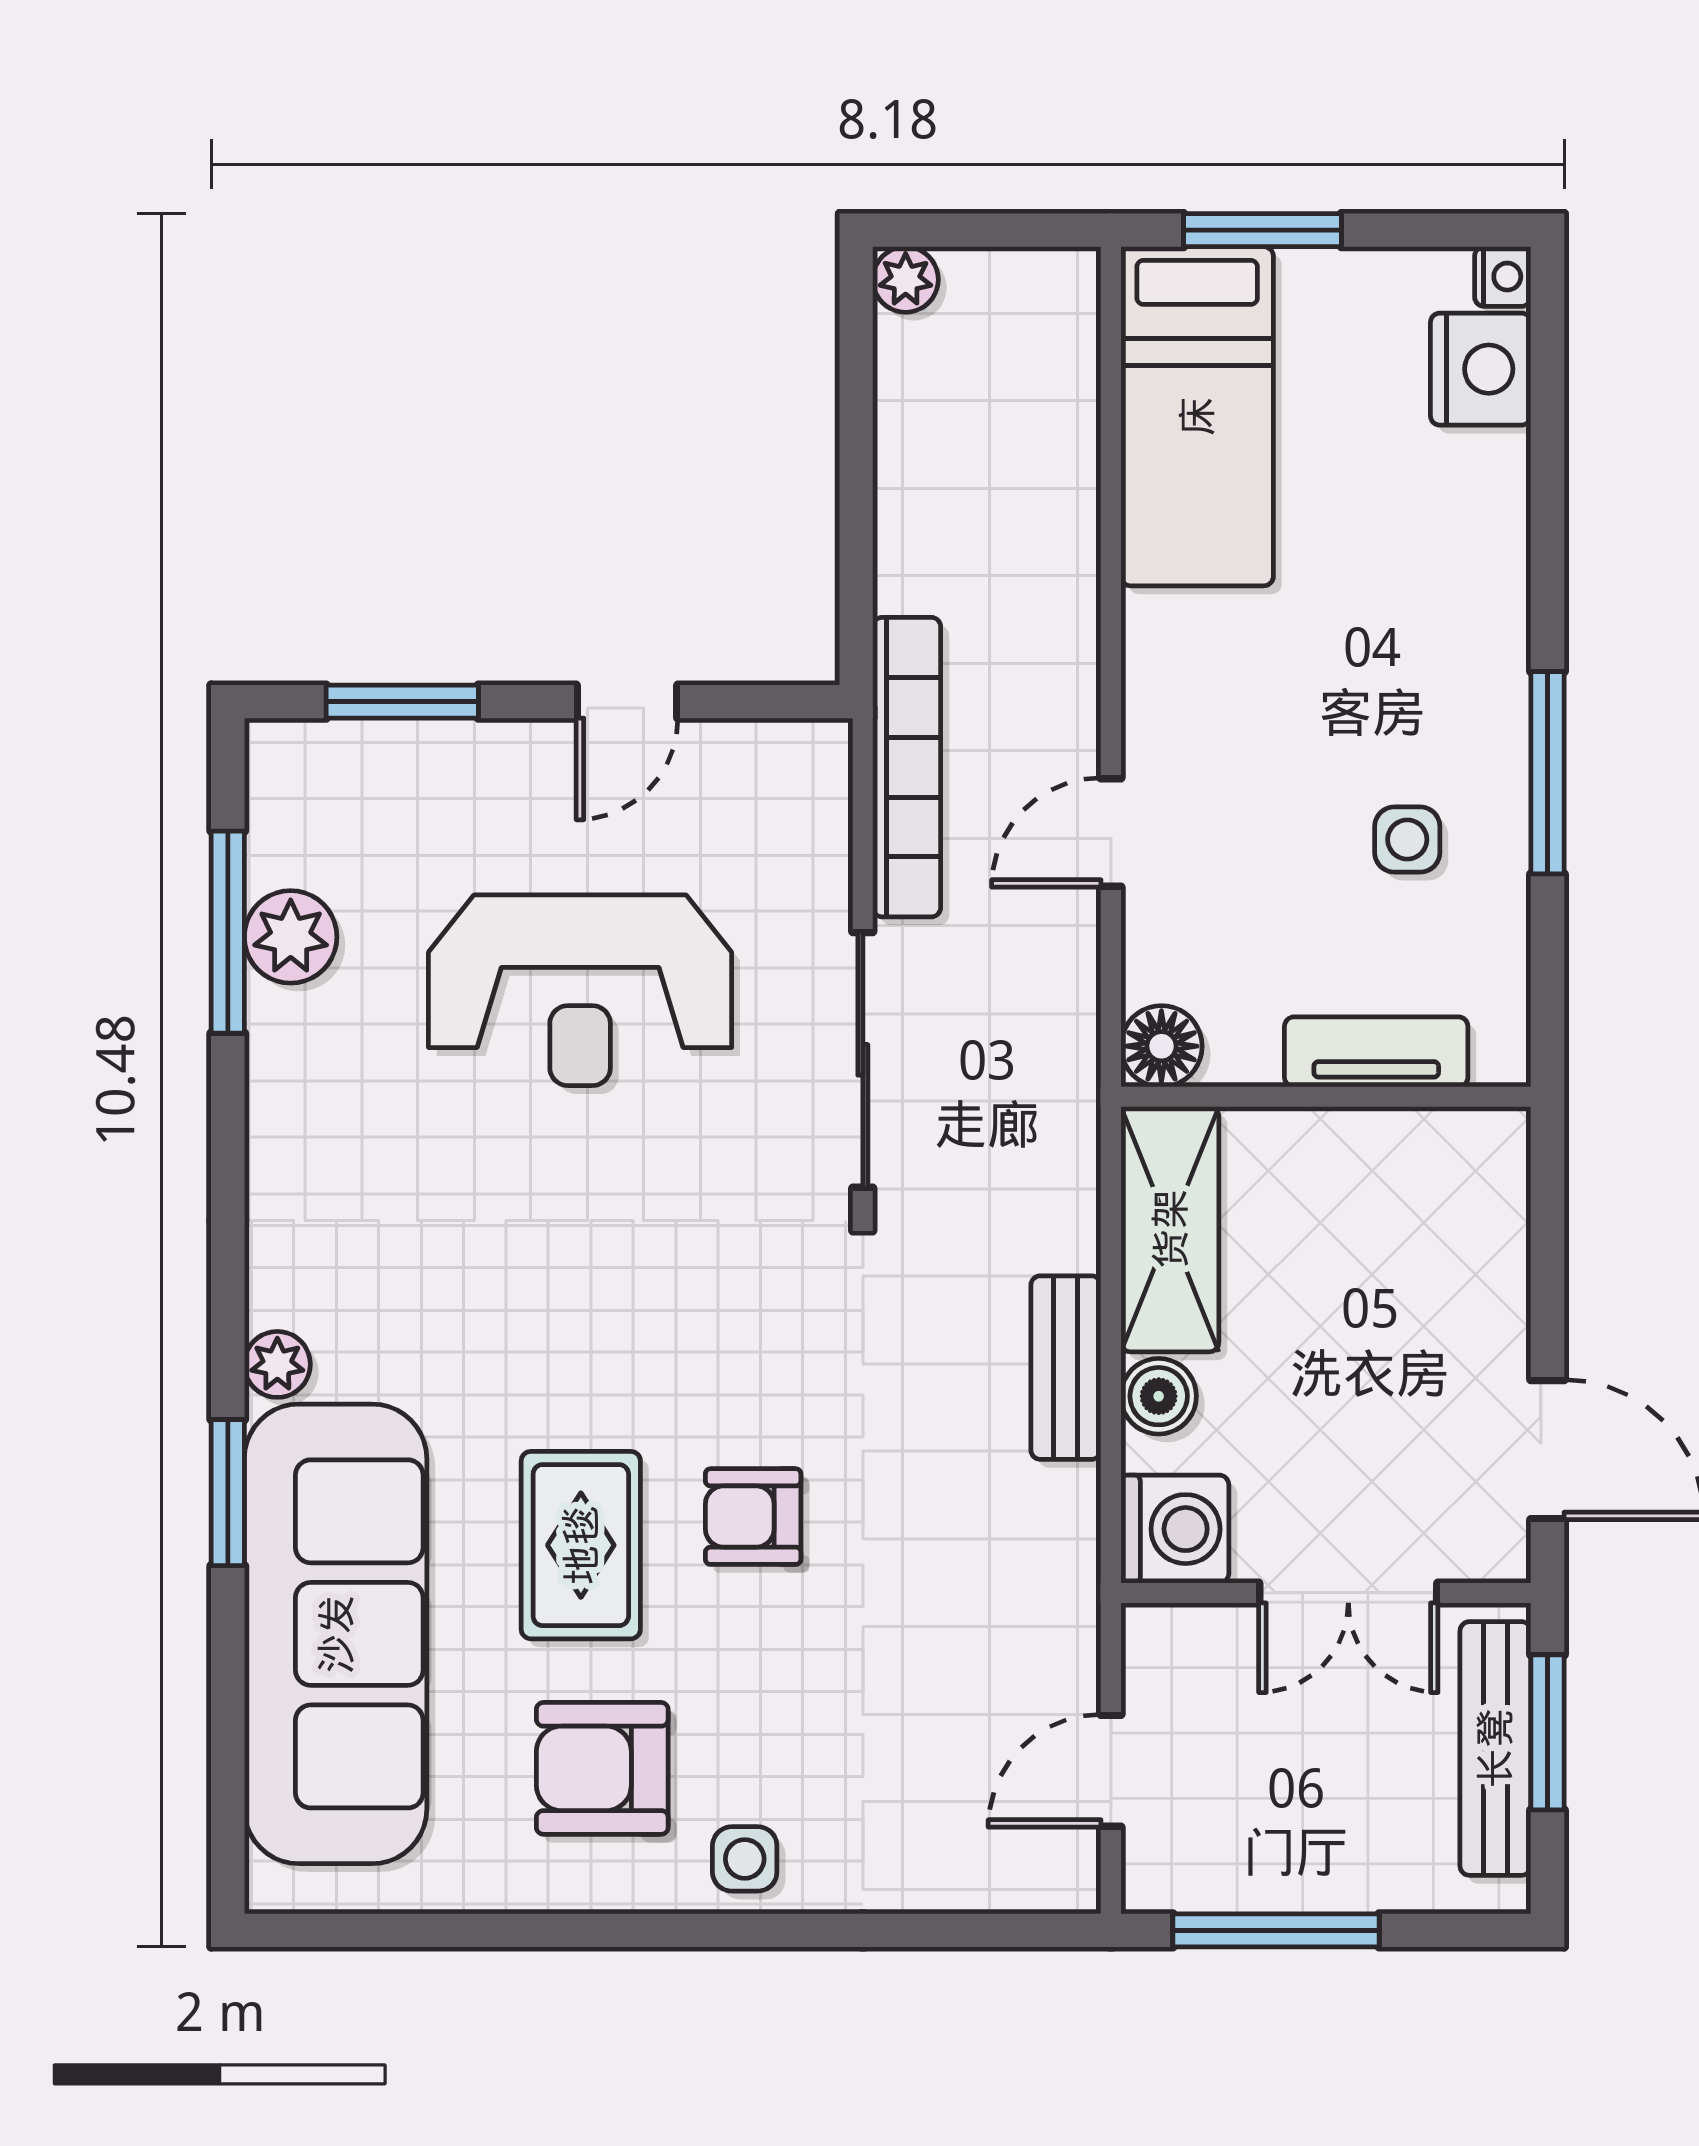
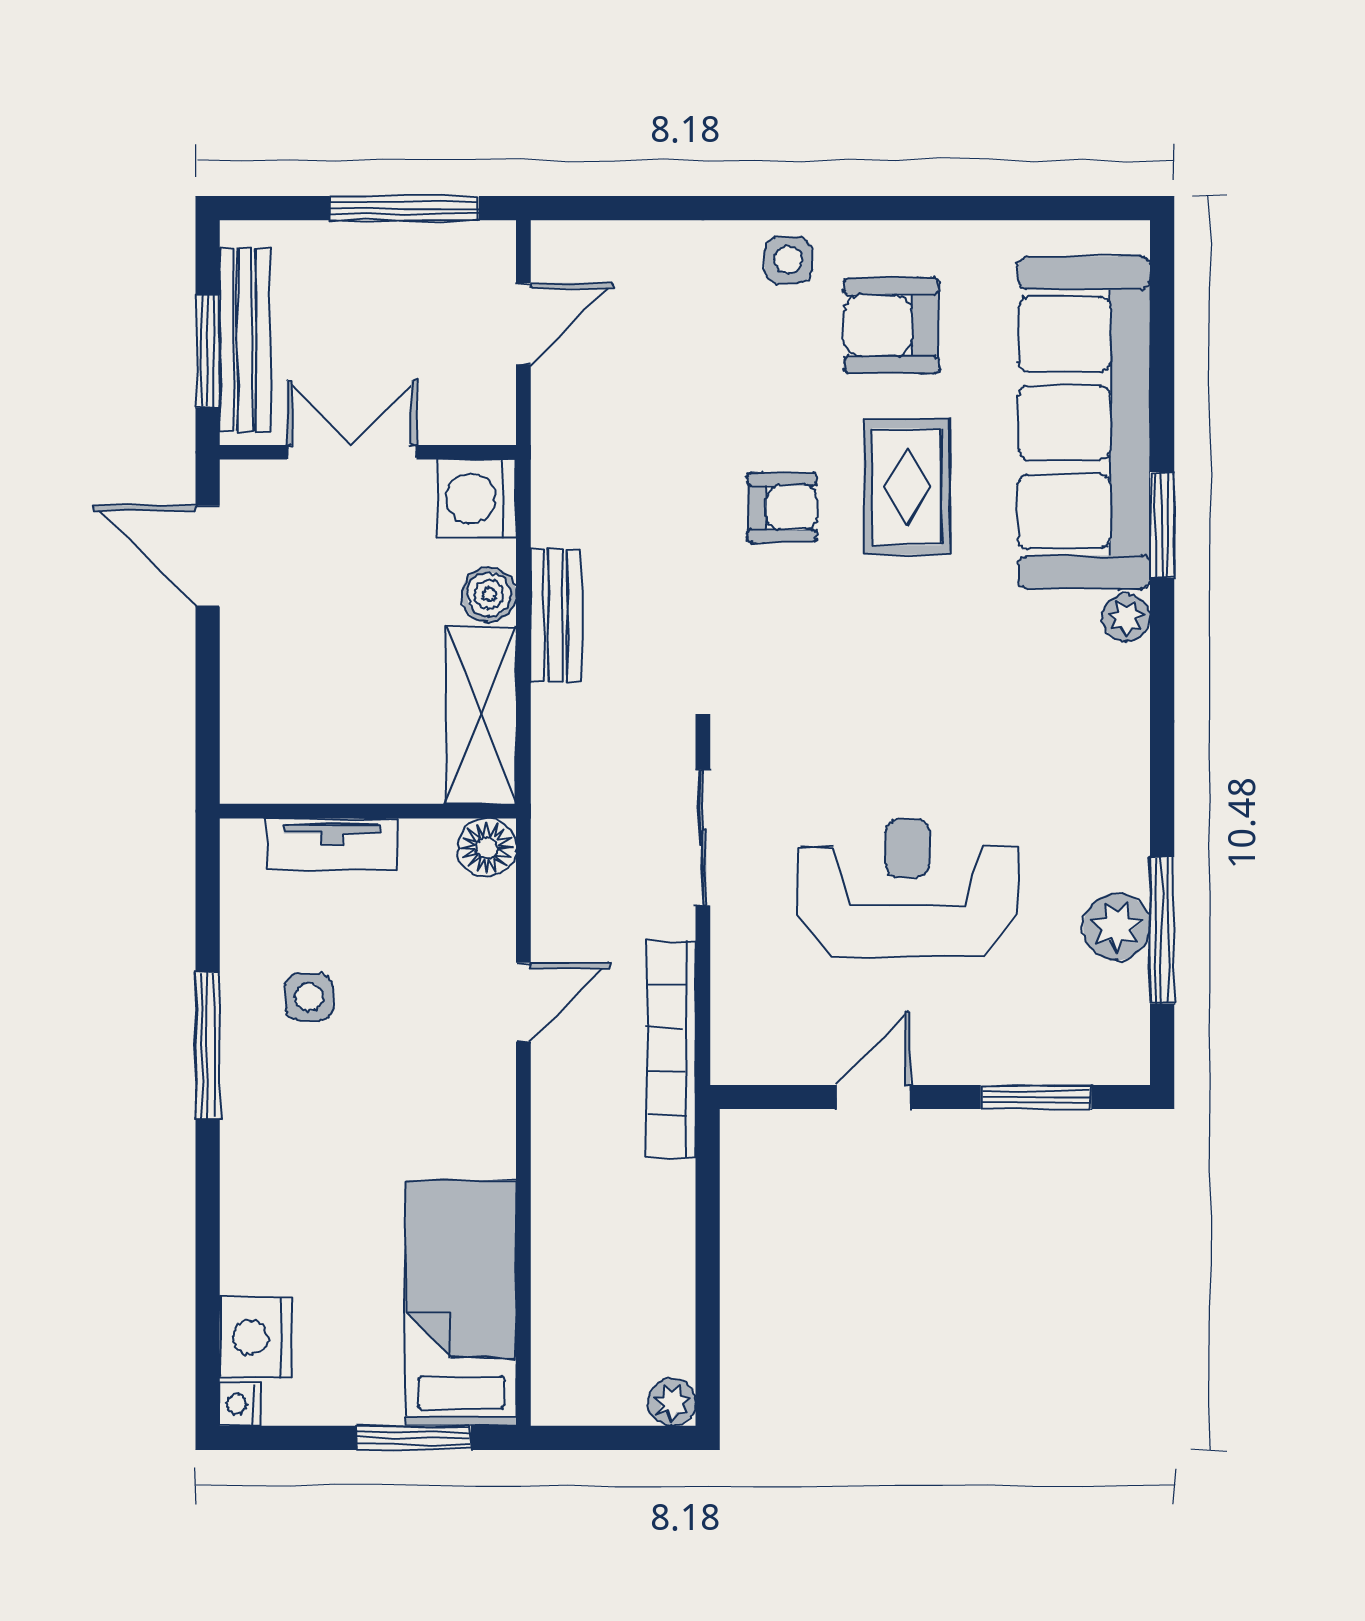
sliding door: (863, 1060) -> (703, 838), width x0.73
armchair: (602, 1768) -> (891, 325), turned 180

